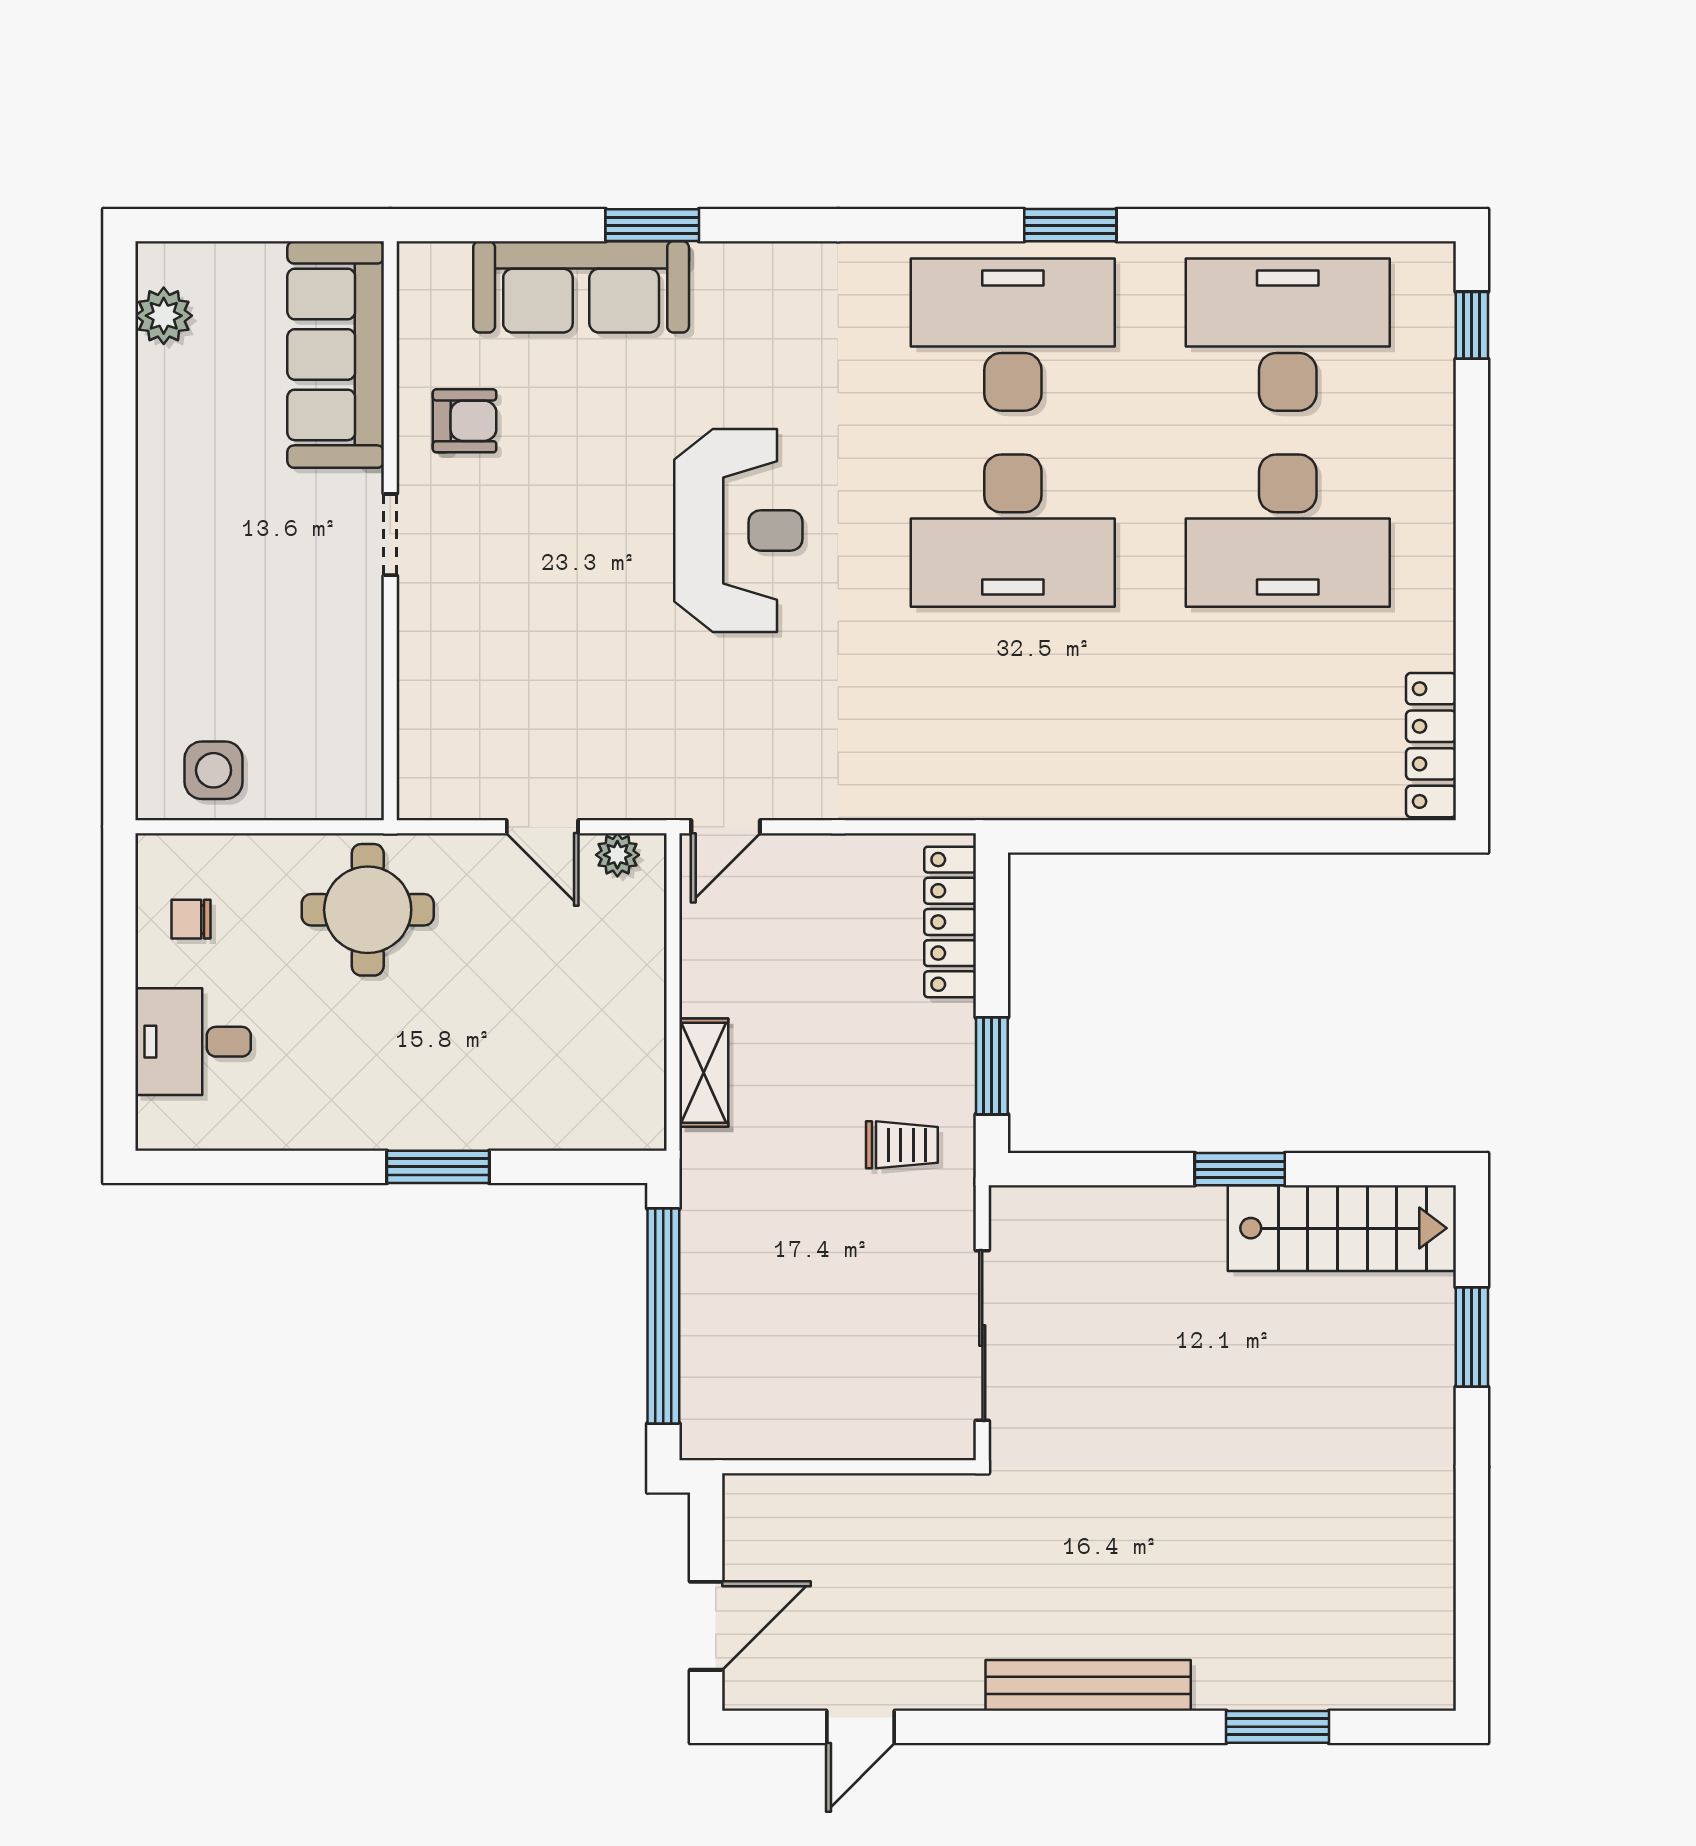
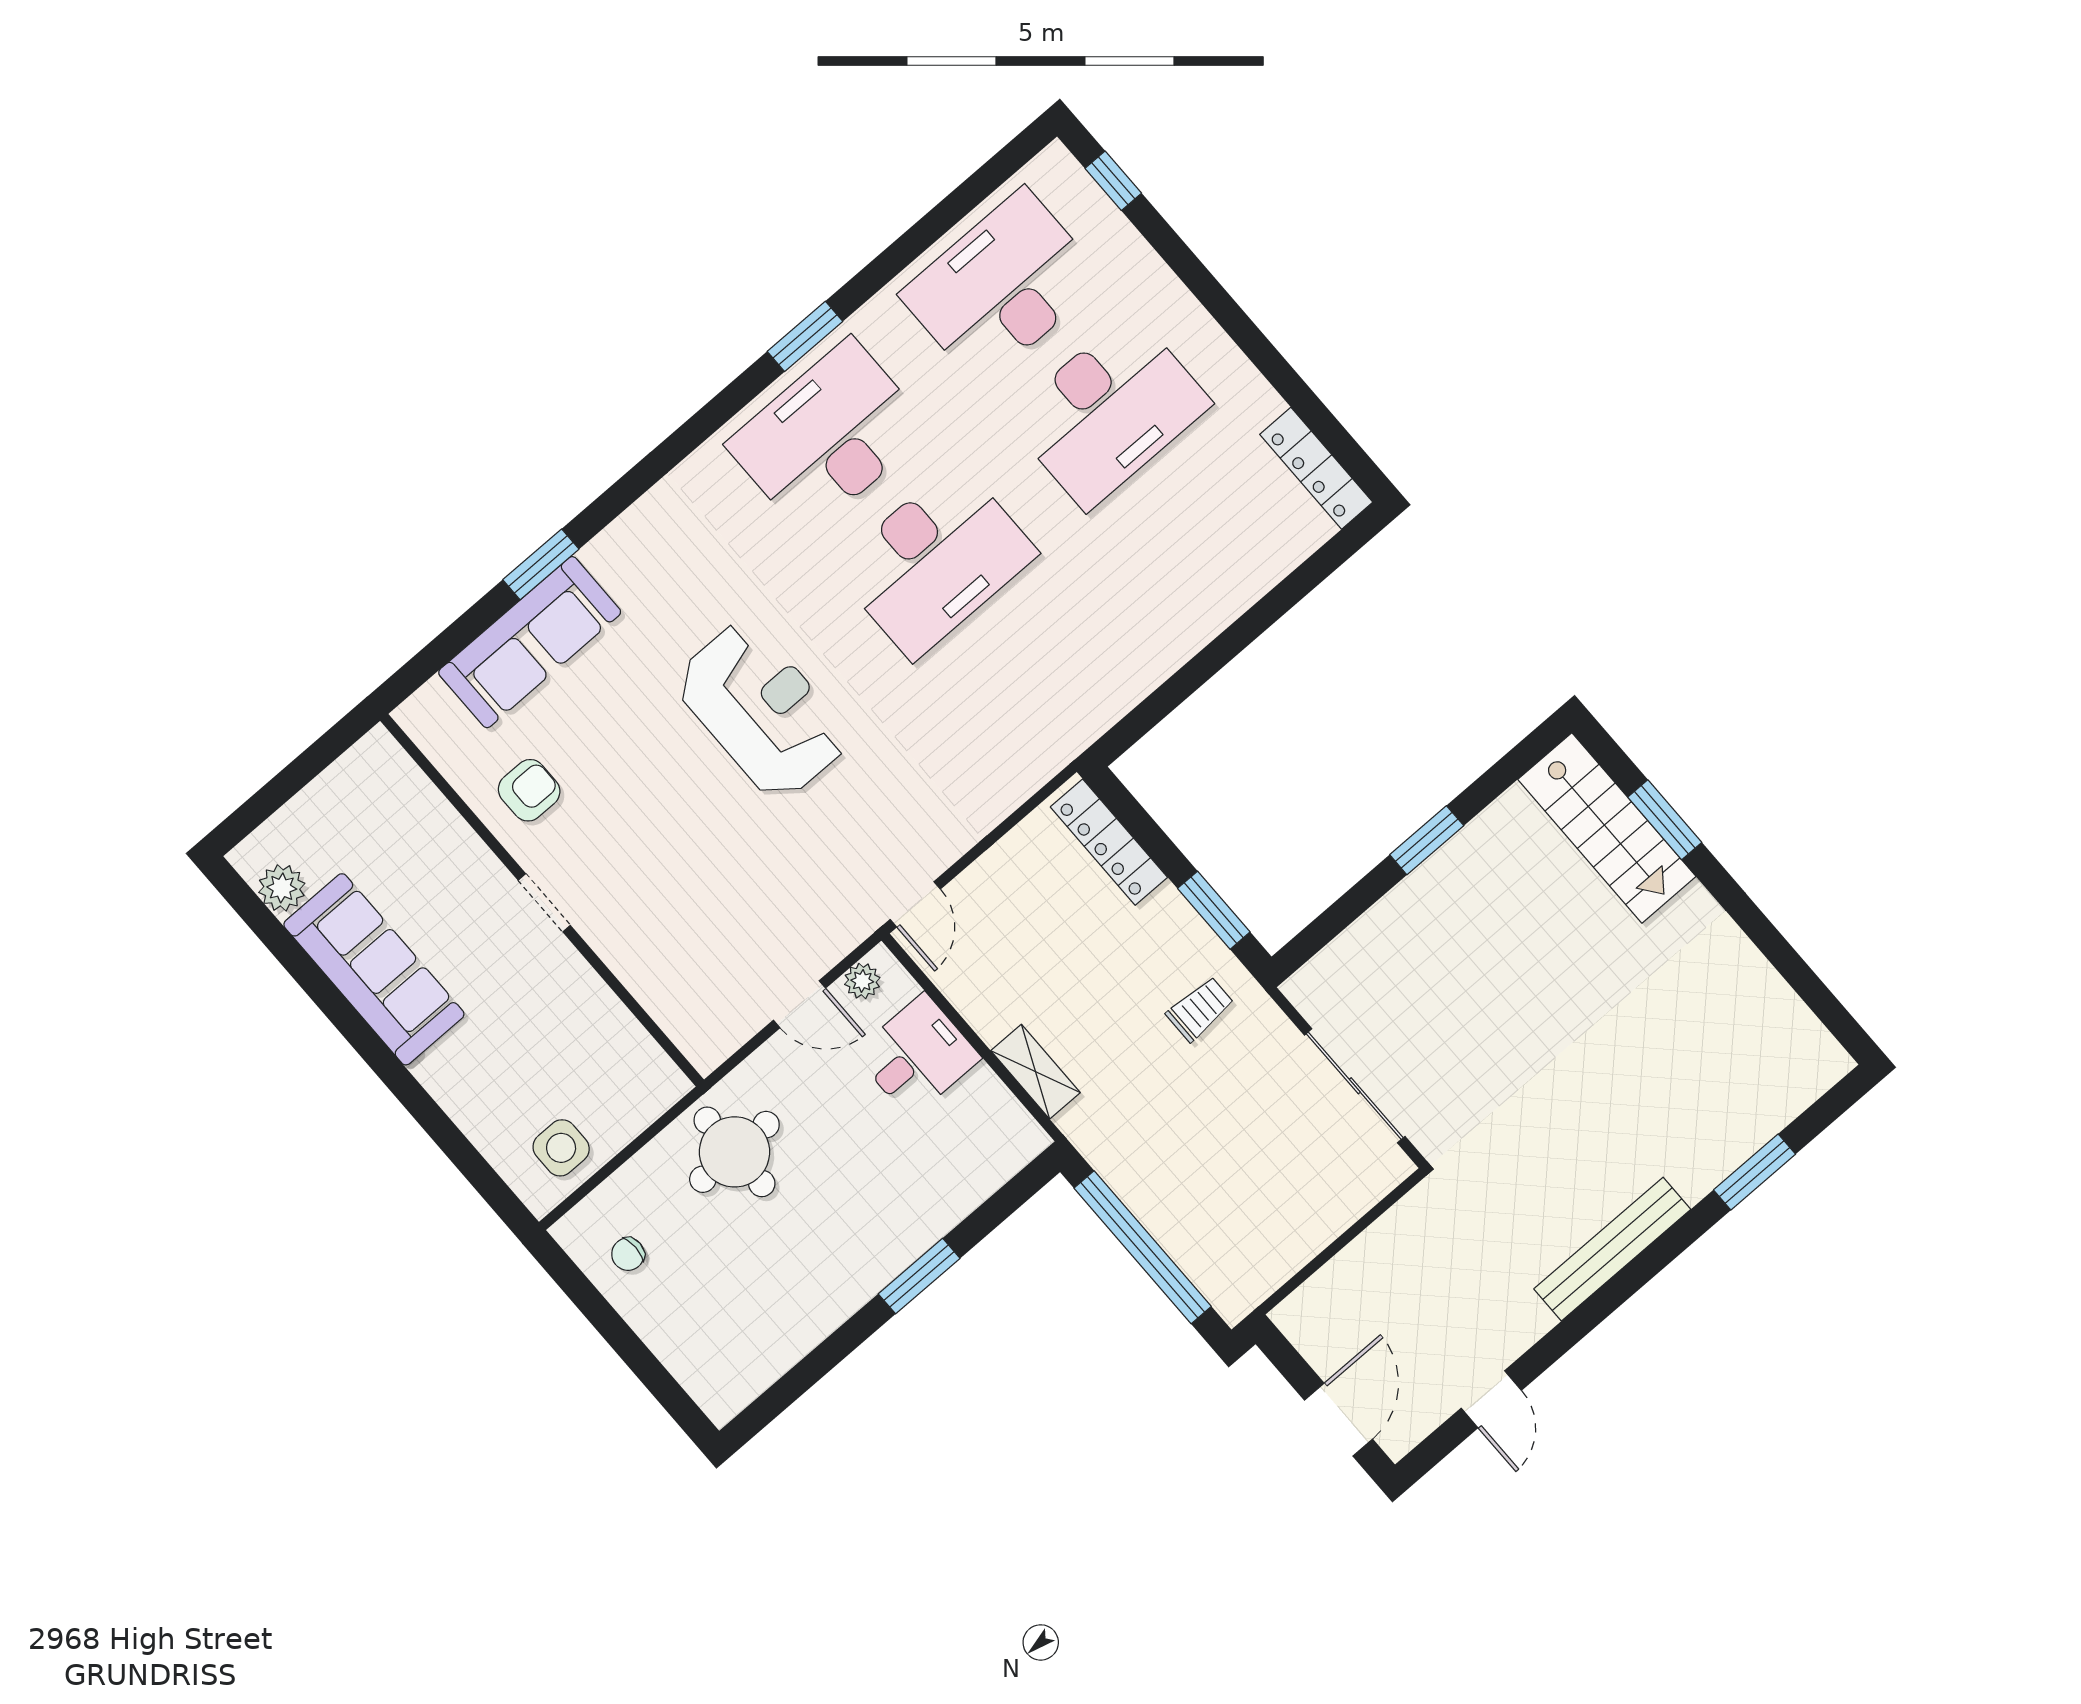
sofa: (336, 354) -> (374, 969), moved, turned 180
desk: (193, 1042) -> (917, 1056), moved, turned 180
stairs: (1342, 1228) -> (1607, 828), moved, turned 90

